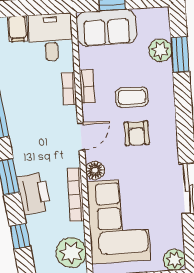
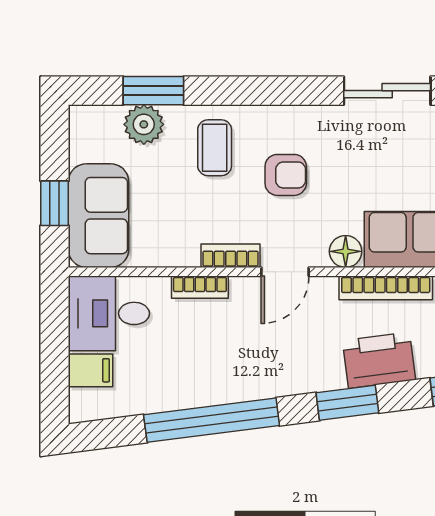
bookcase: (87, 86) -> (231, 256), moved
coffee table: (132, 97) -> (215, 148), moved
door: (81, 137) -> (285, 272), swing flipped

